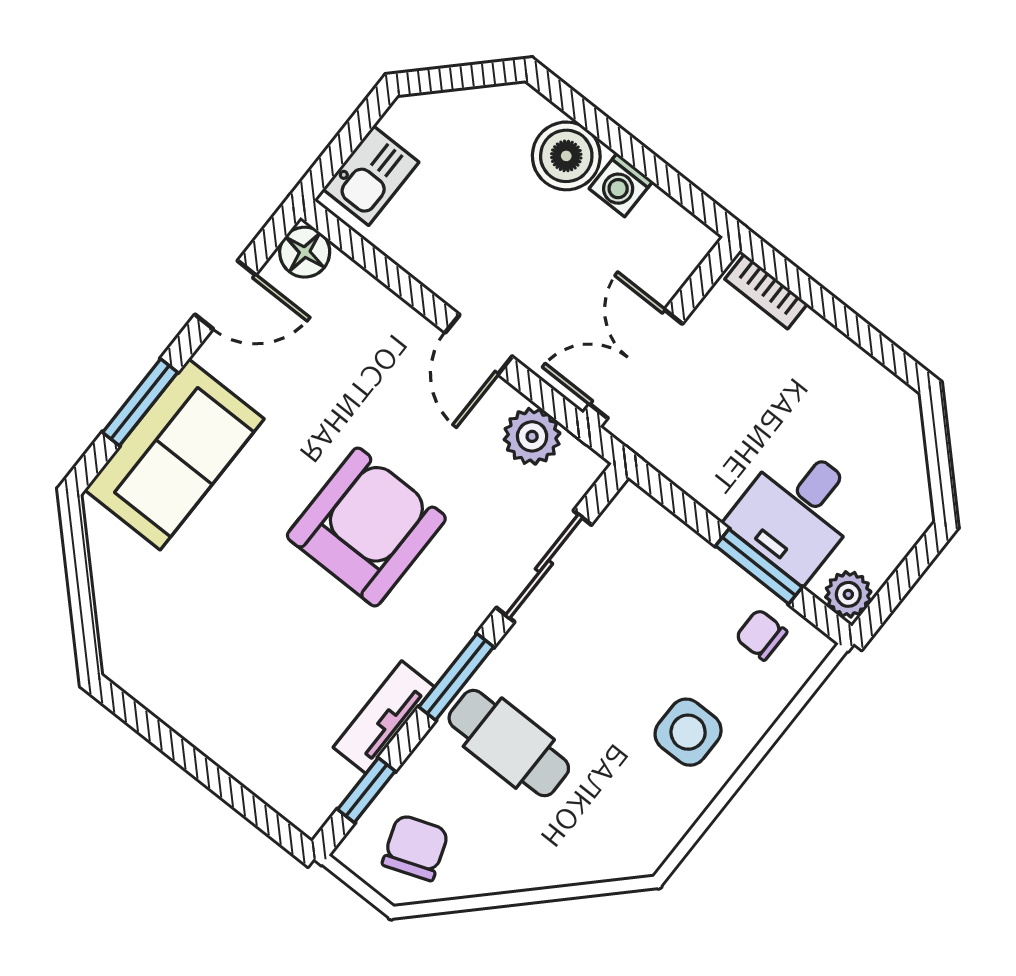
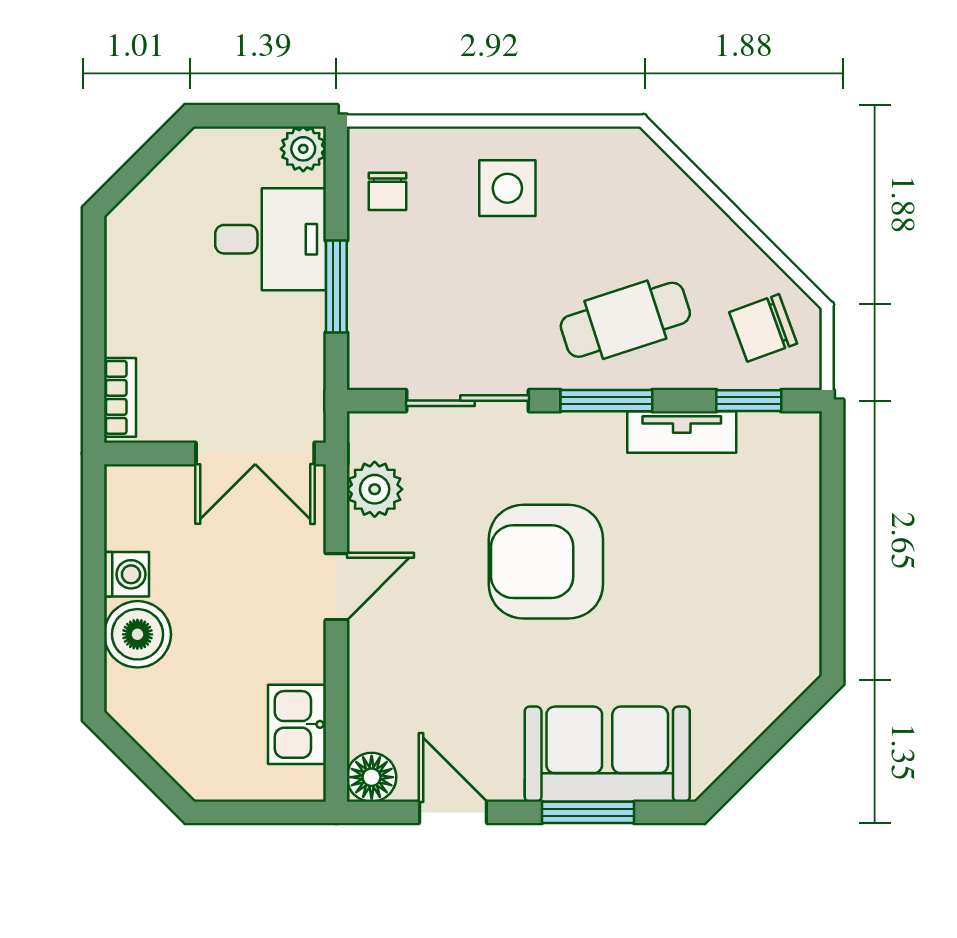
kitchen sink: (371, 176) -> (297, 724), moved, turned -90
window: (759, 566) -> (336, 287), moved
cafe table: (509, 743) -> (625, 320), turned 72

